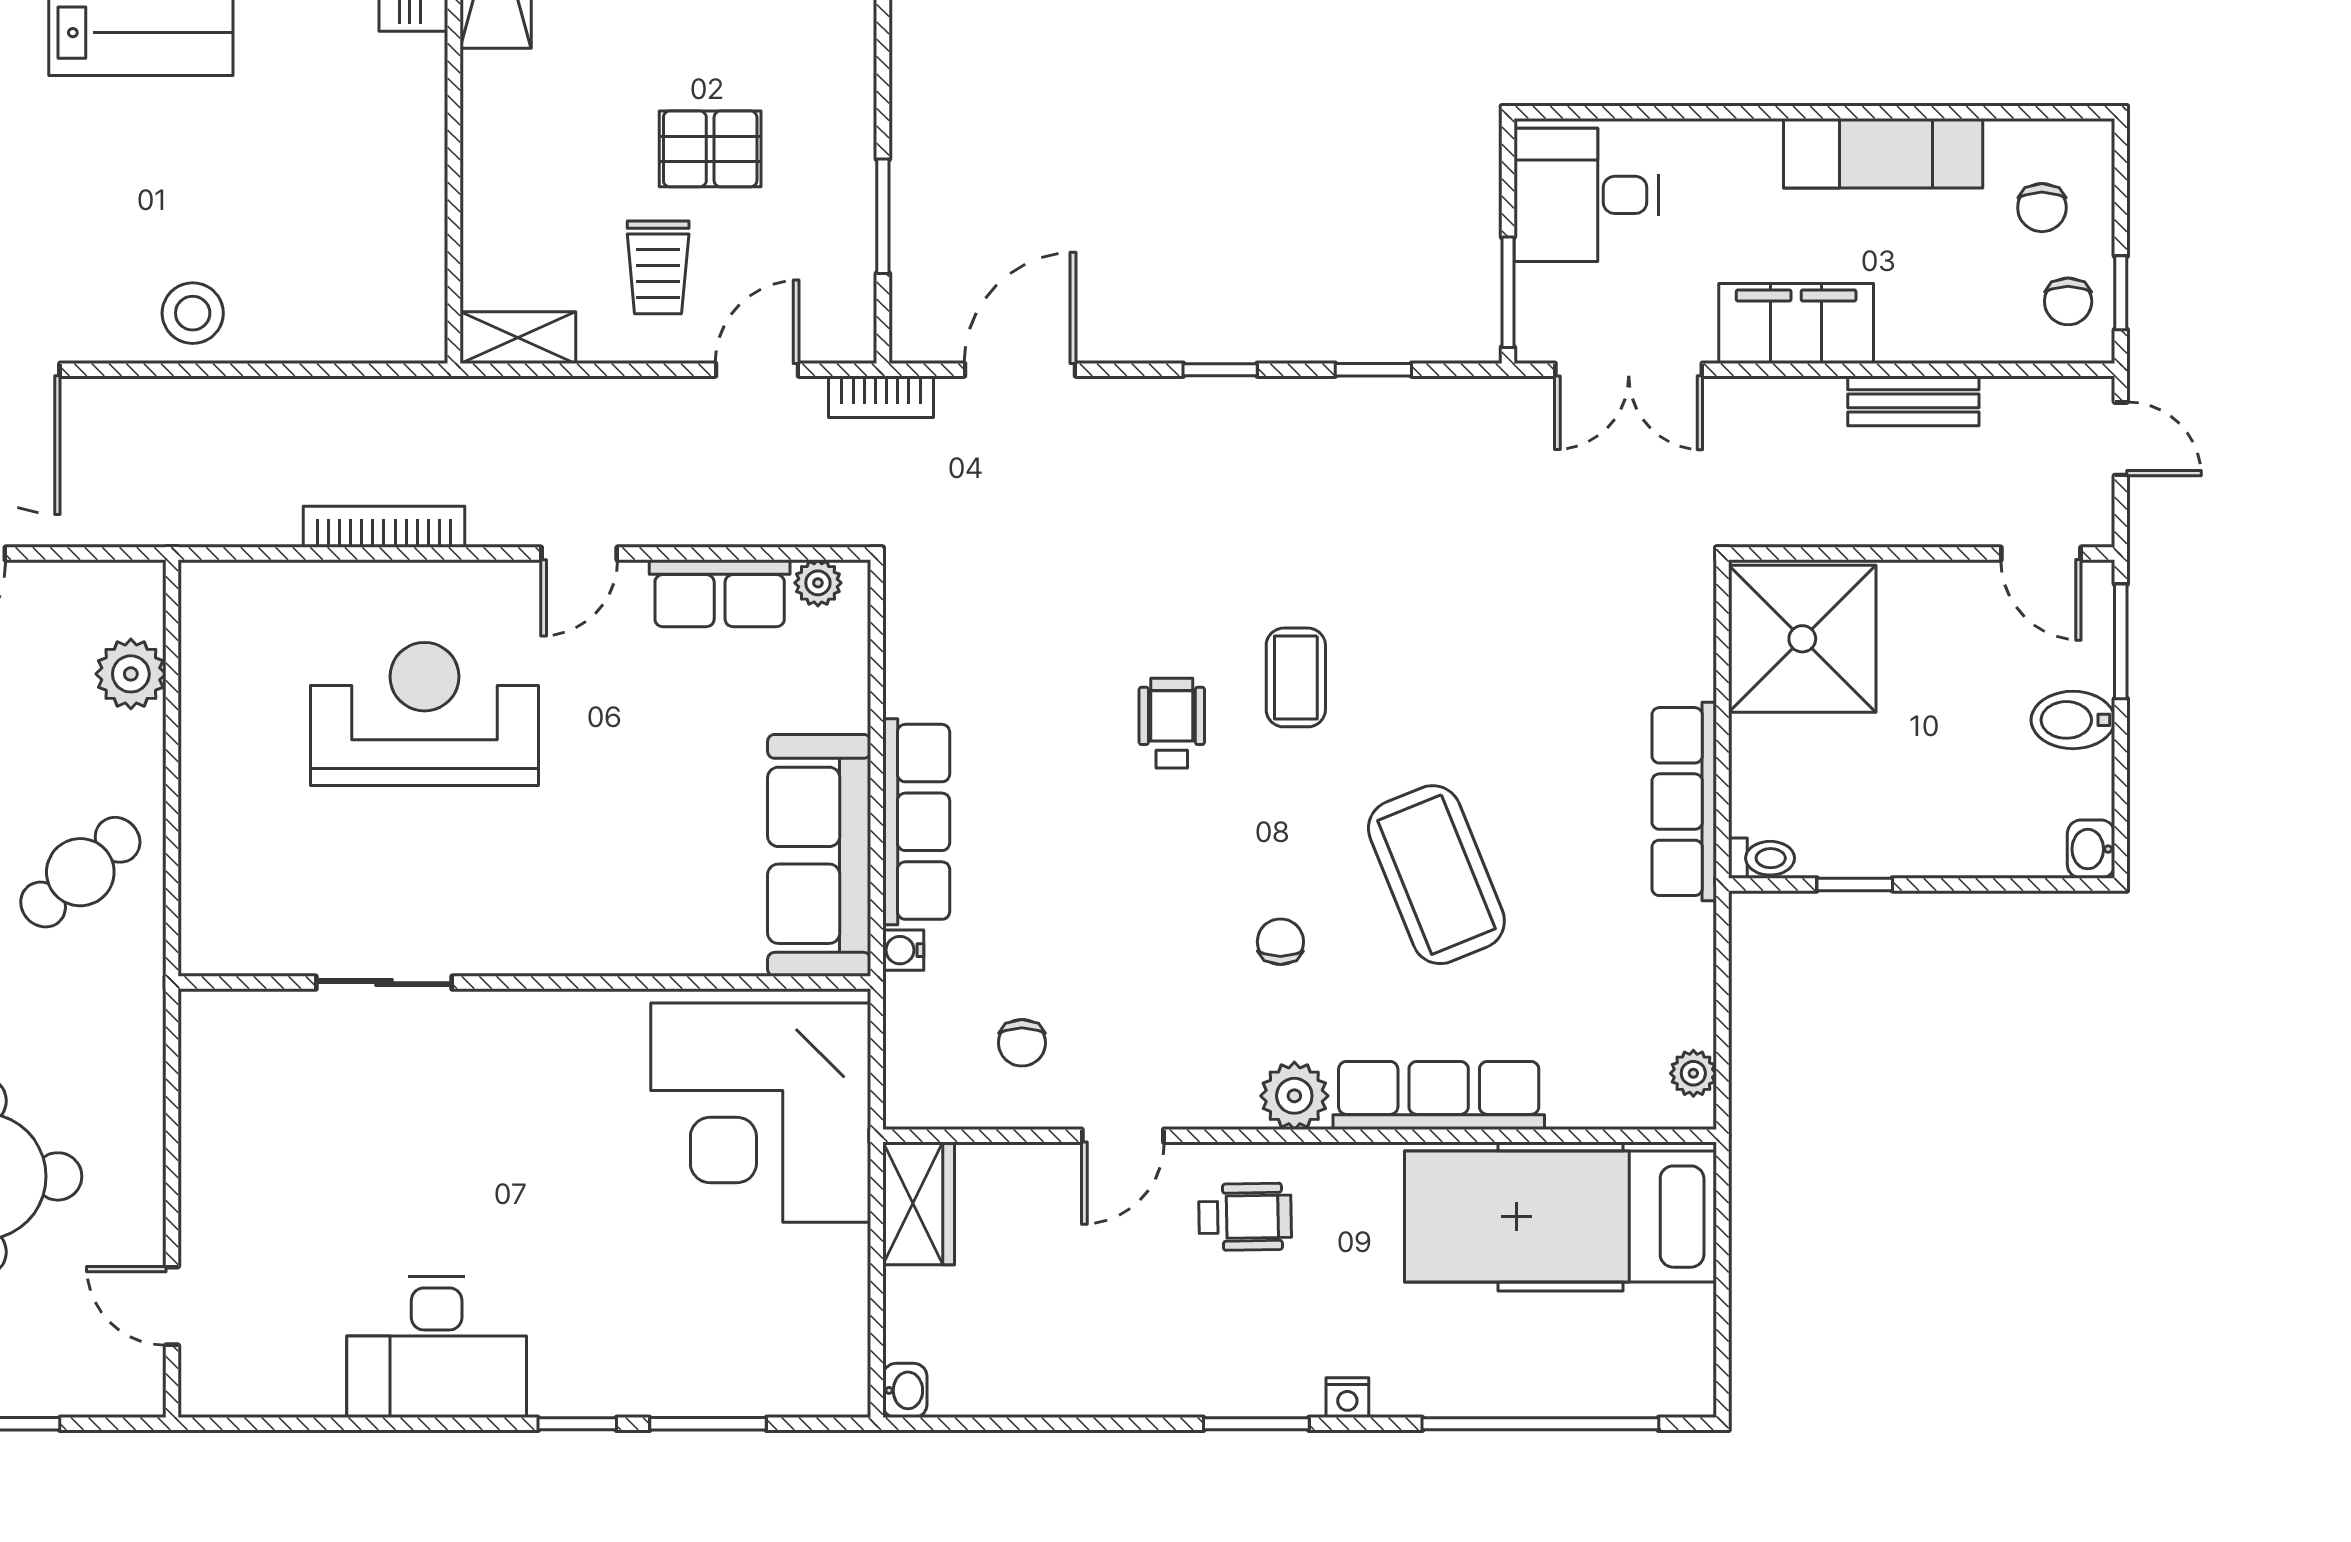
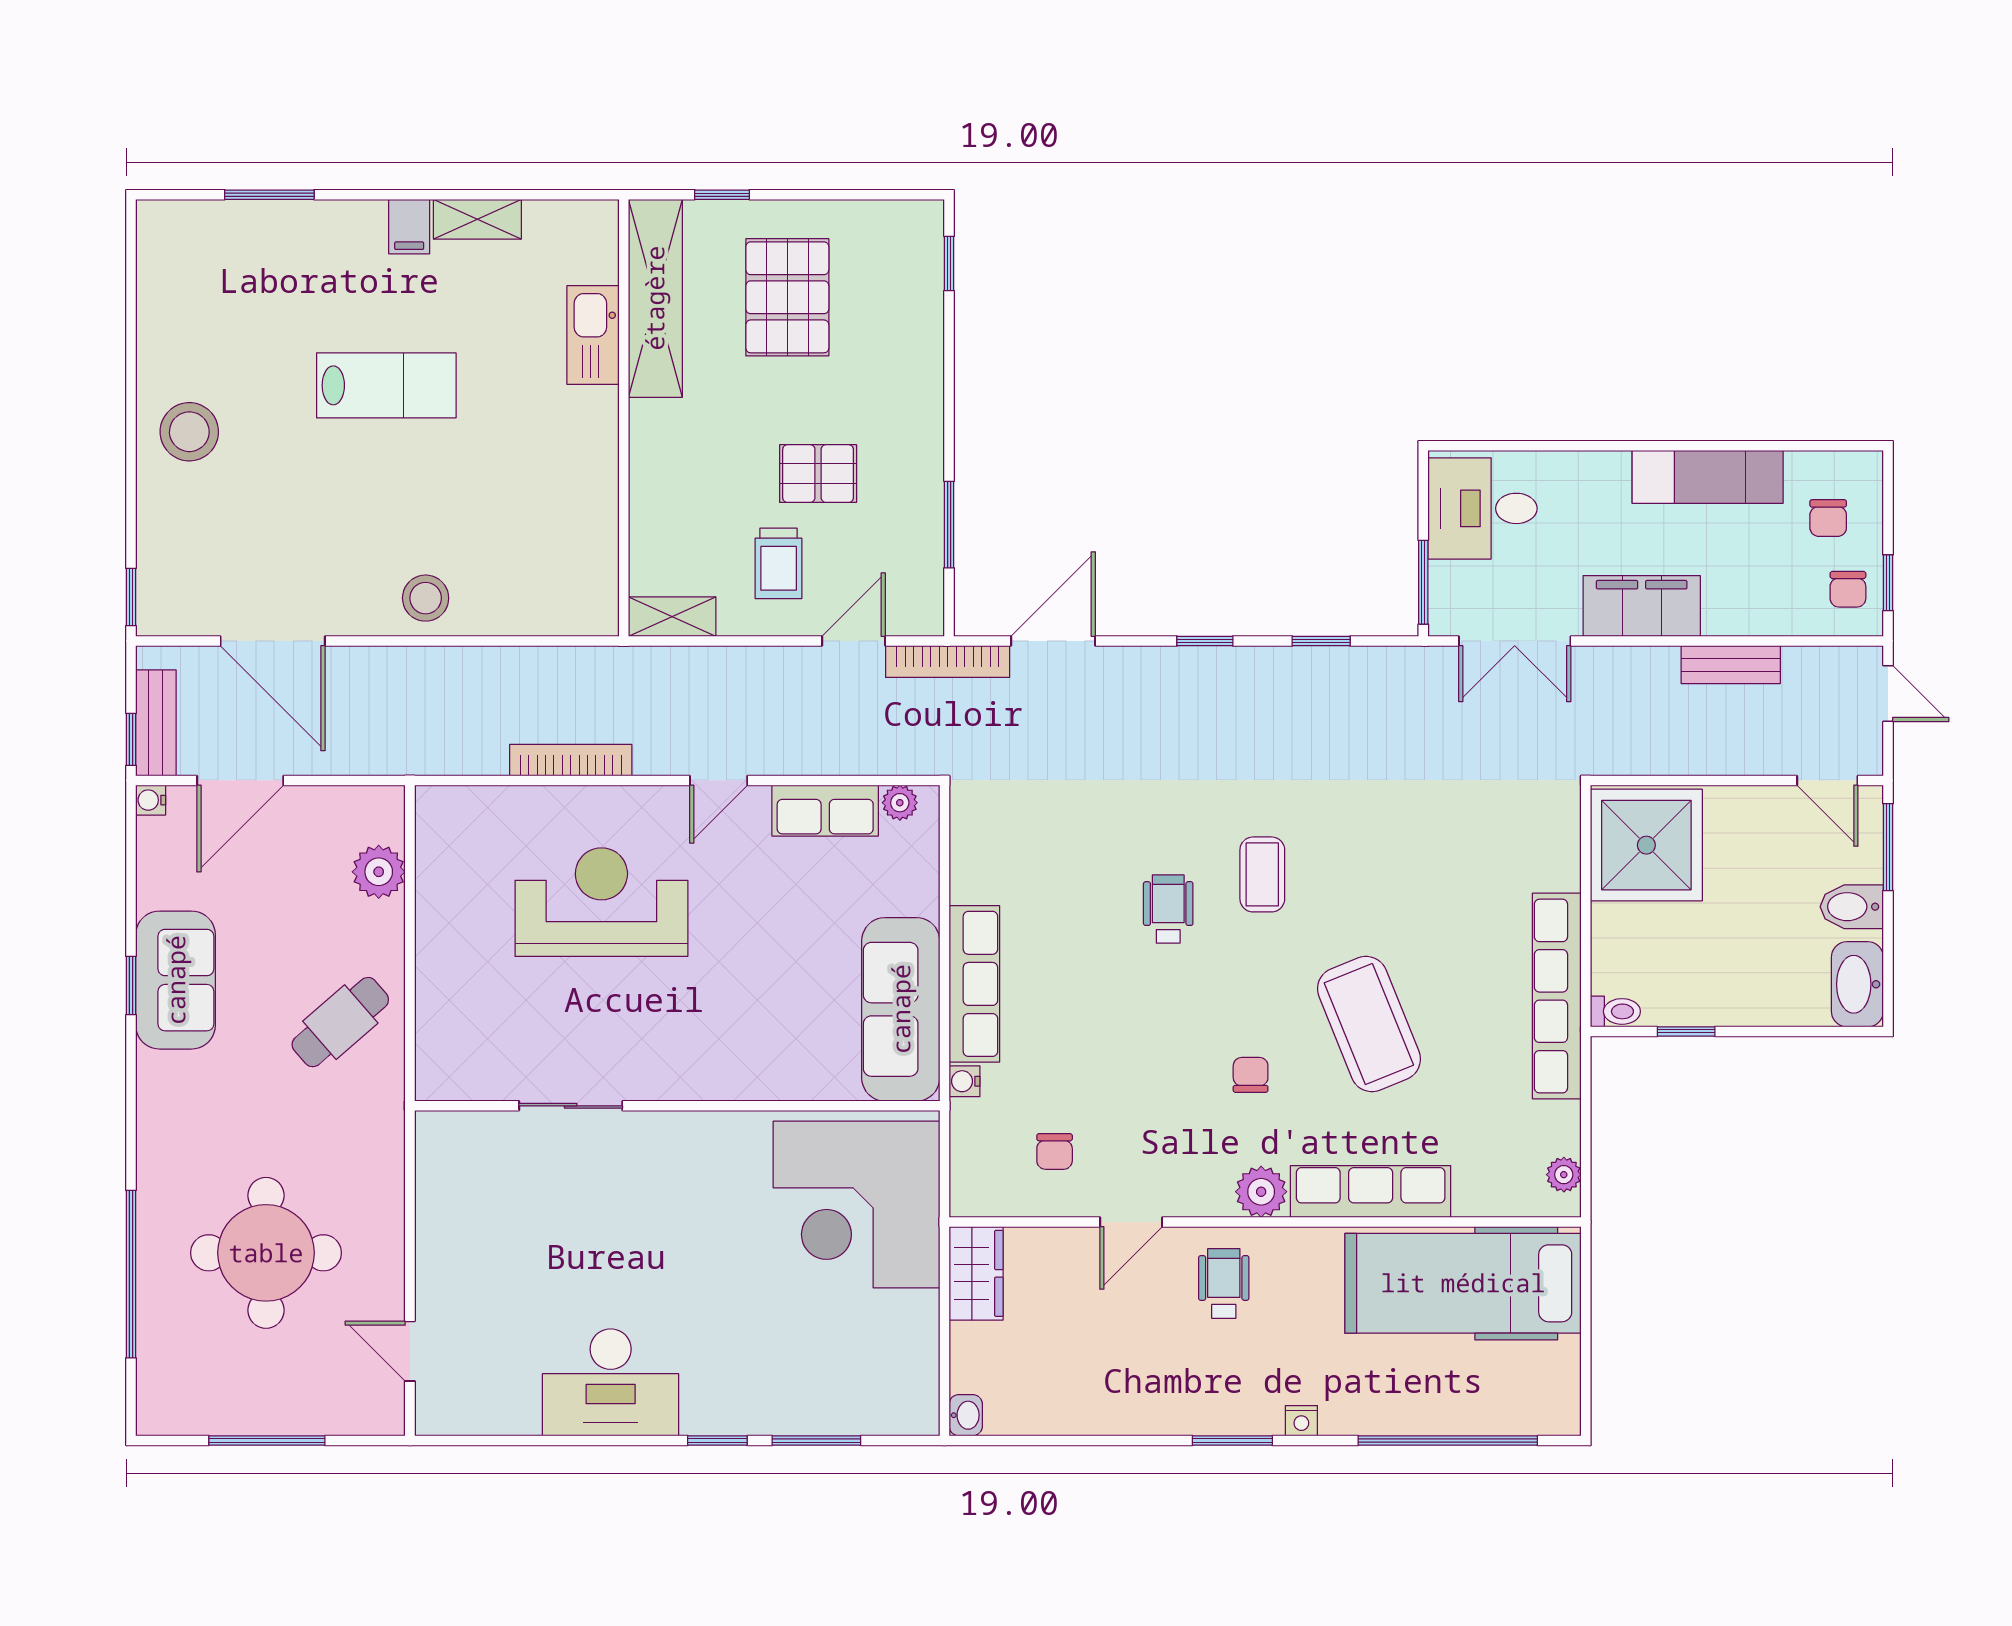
bookcase: (881, 397) -> (948, 662), width x1.56
row of seats: (1684, 802) -> (1557, 996), width x1.36
washbasin: (2091, 849) -> (1857, 984), width x1.91, depth x1.45
wheelchair: (1245, 1217) -> (1224, 1284), turned -89

